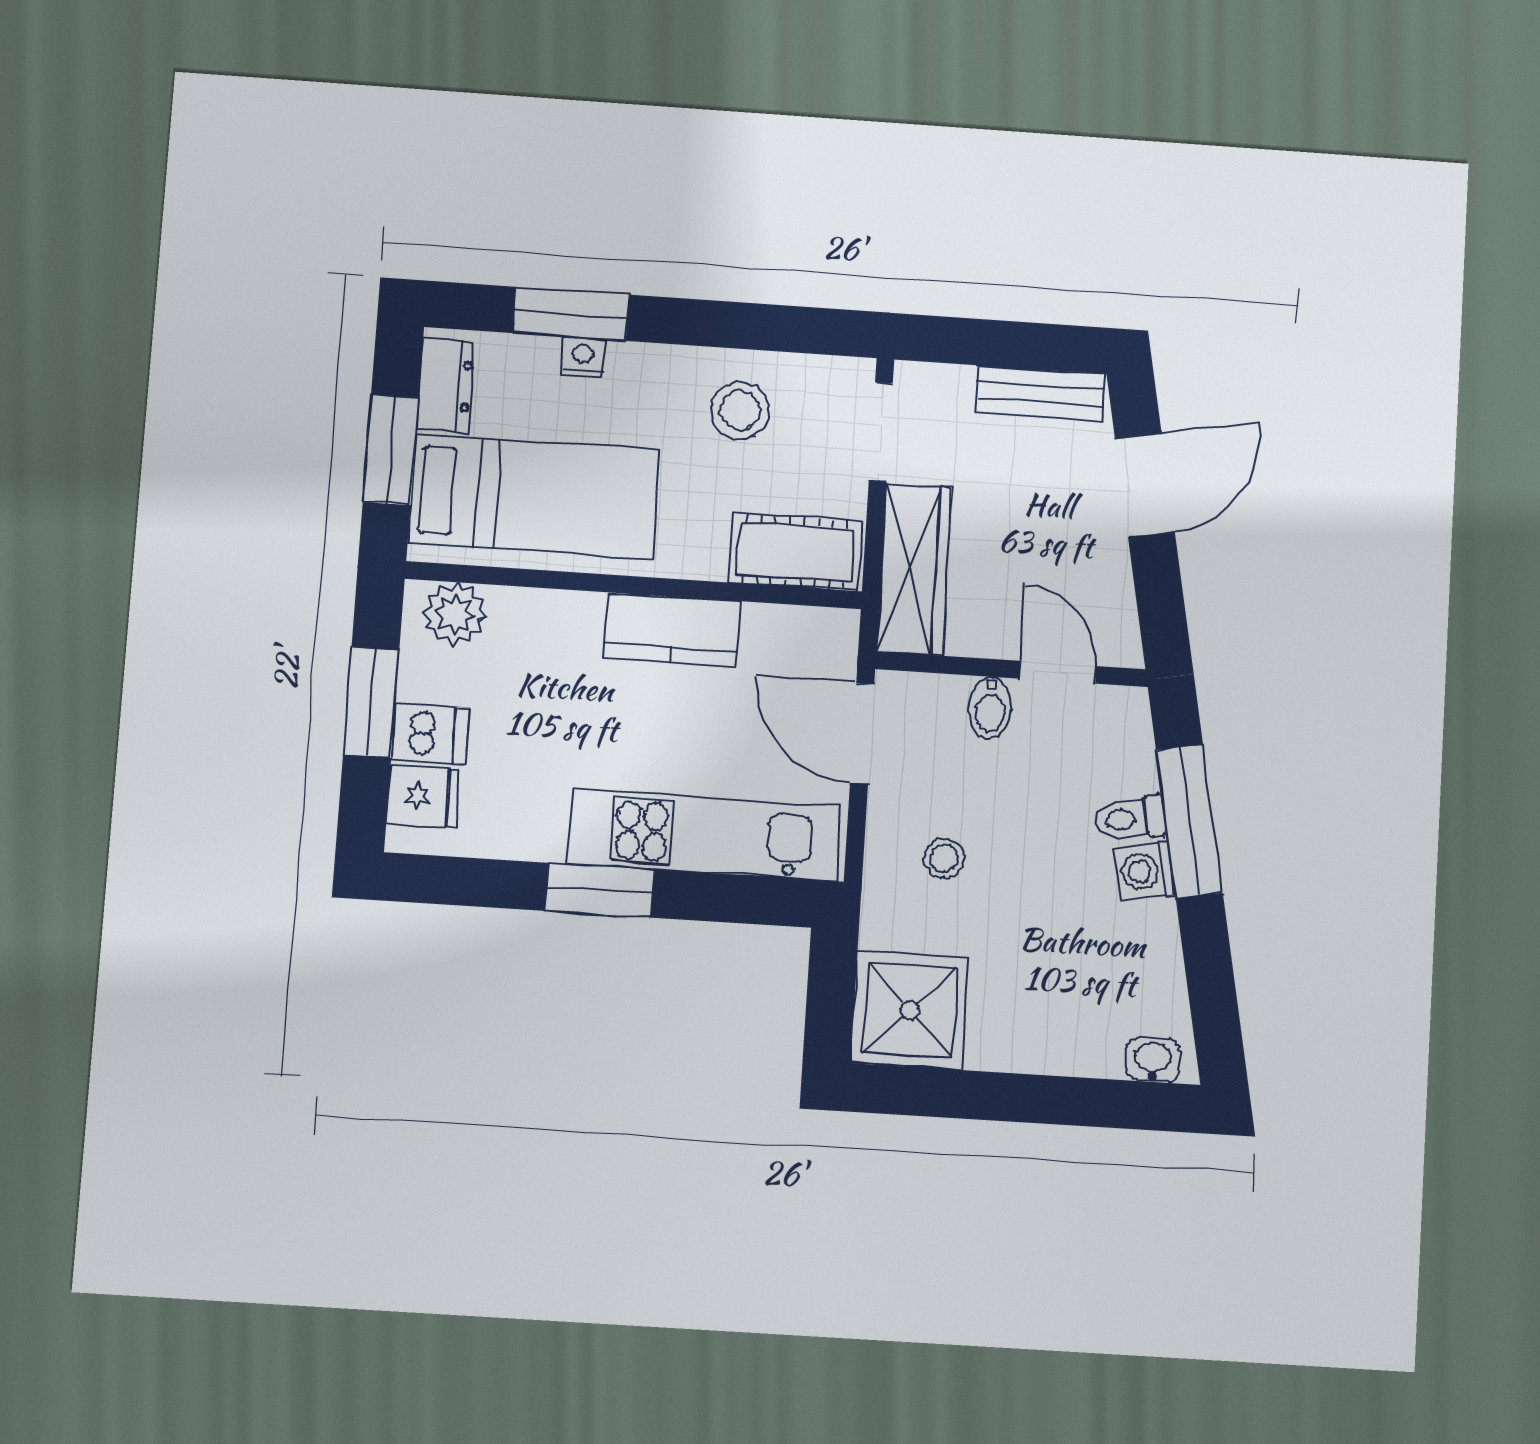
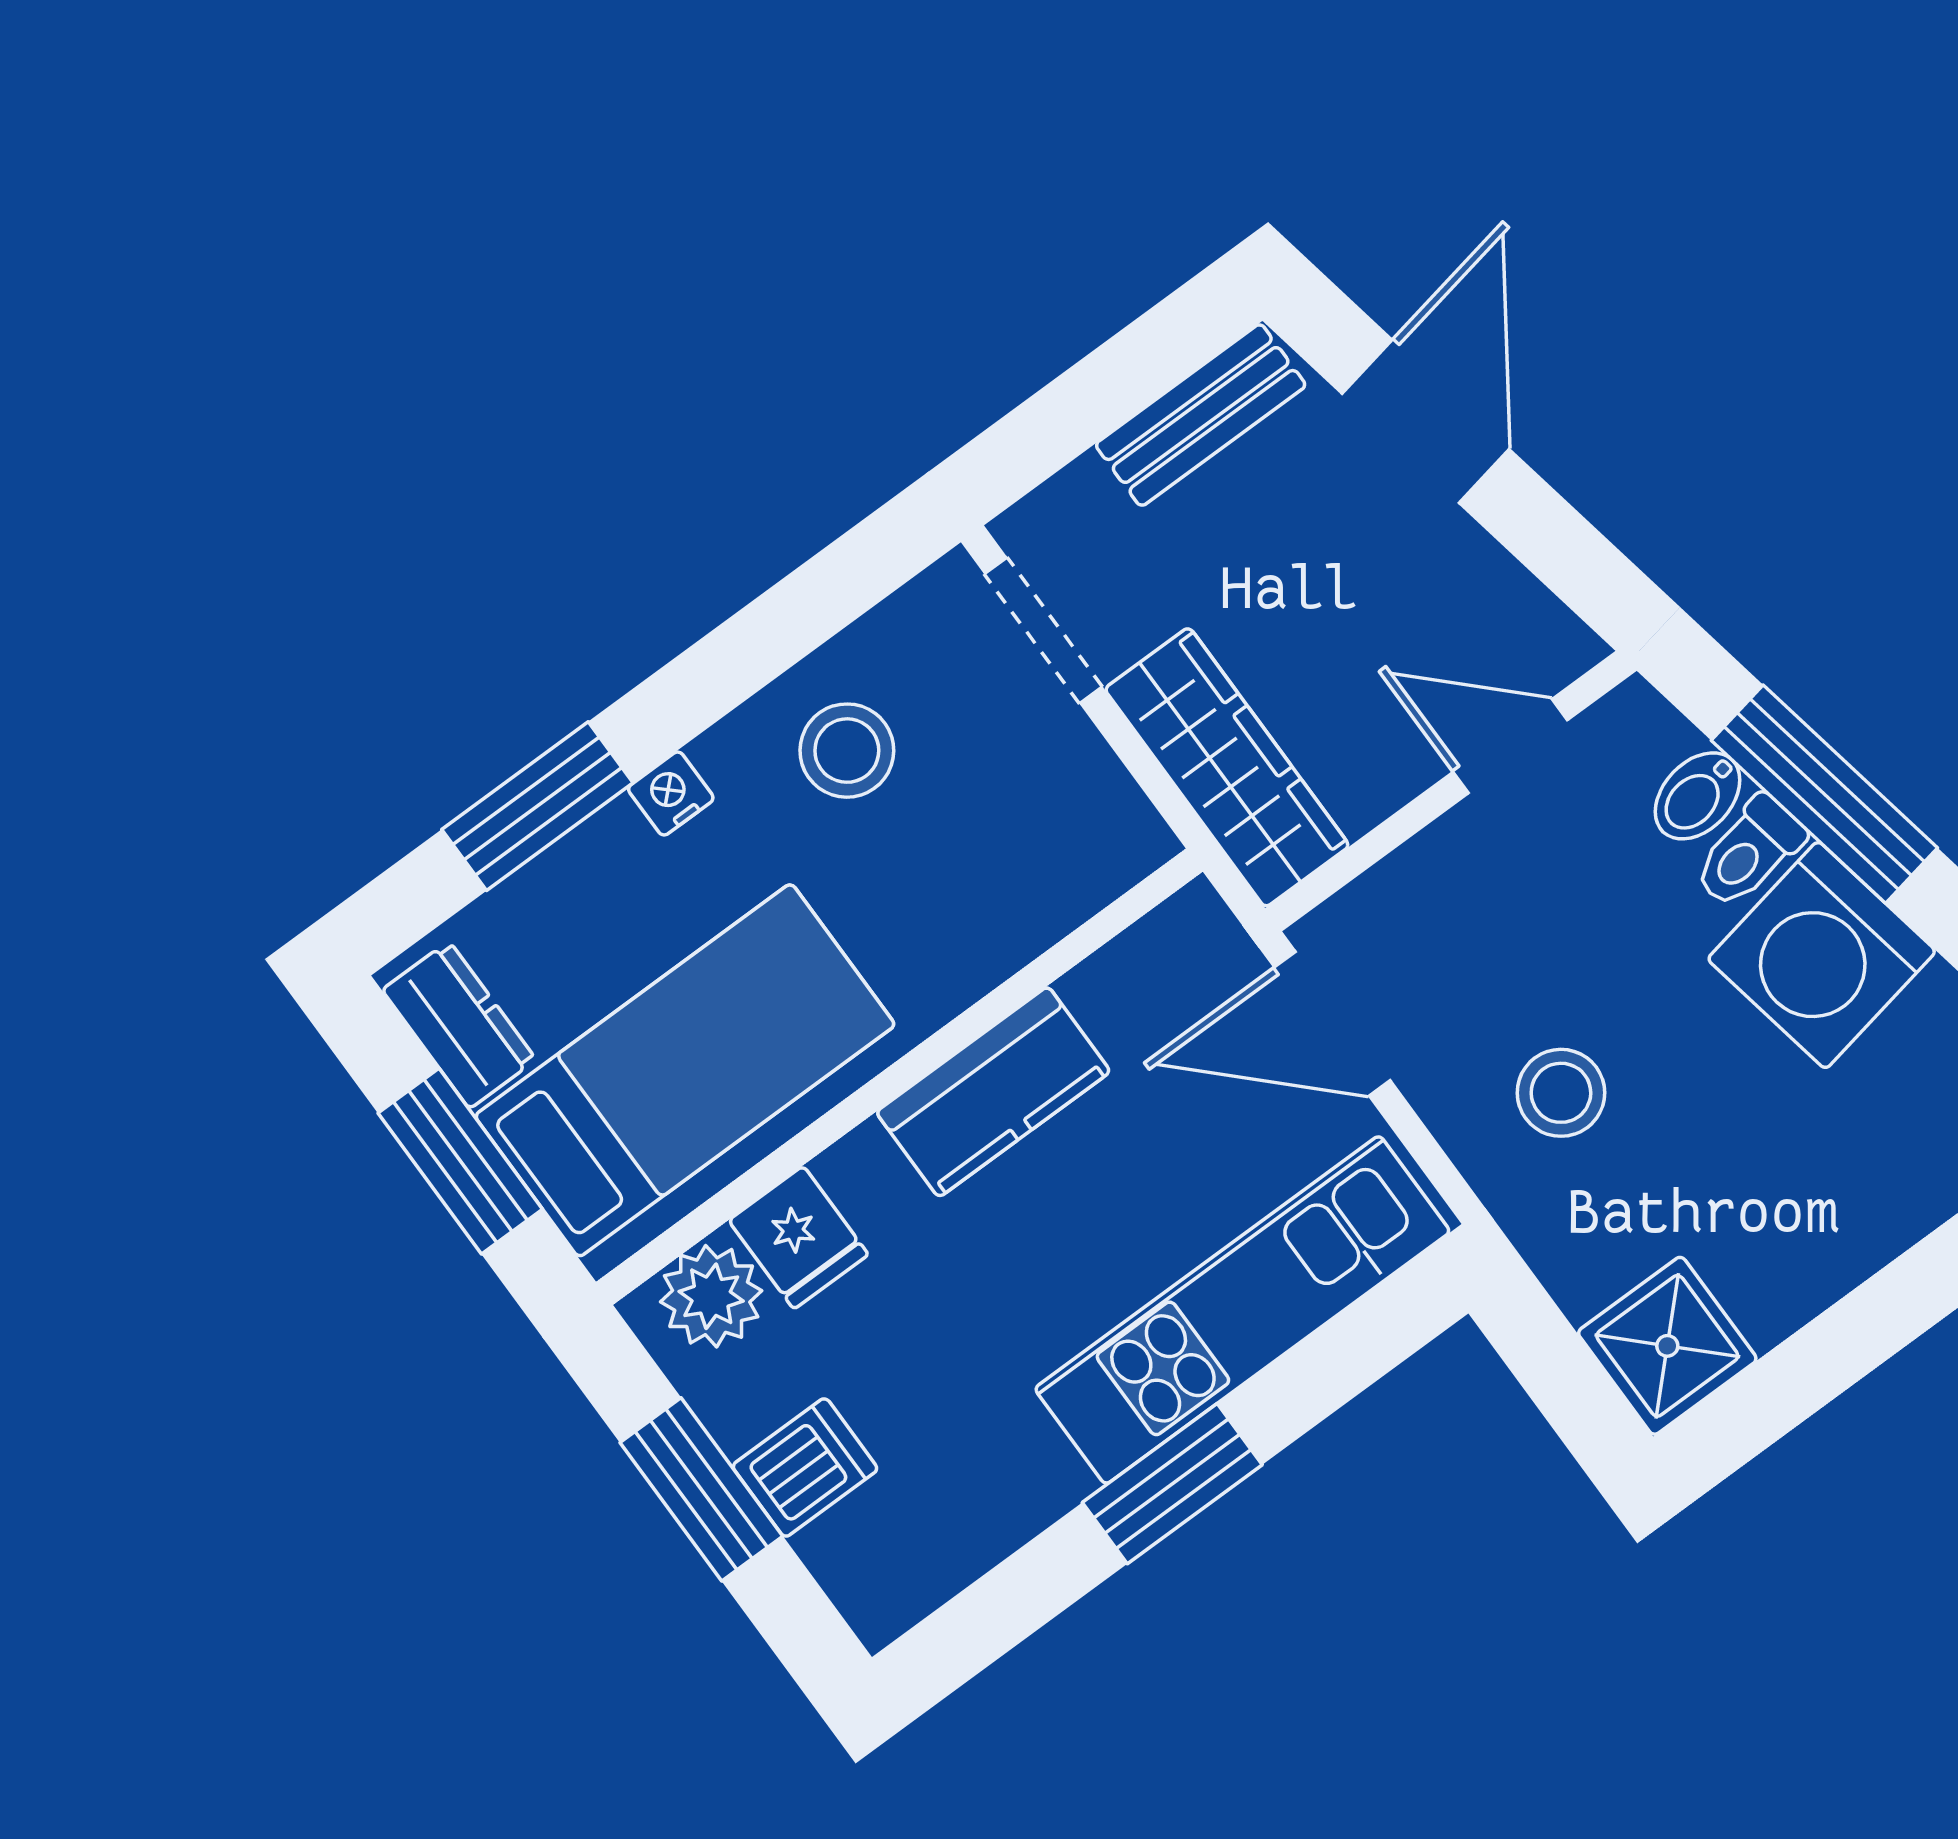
nightstand: (583, 357) -> (671, 794), moved
cot: (795, 552) -> (1063, 869), removed
bidet: (990, 708) -> (1698, 796), moved, turned 79
fridge: (423, 796) -> (798, 1237), moved, turned 90
stool: (944, 859) -> (1561, 1093), width x1.37, depth x1.37
washing machine: (1145, 871) -> (1822, 955), width x1.89, depth x1.89
shower: (910, 1010) -> (1667, 1346), width x0.73, depth x0.73

